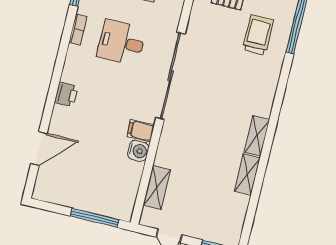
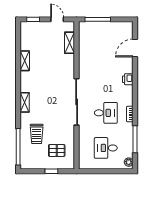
filing cabinet: (141, 130) -> (85, 70), removed
shelving: (257, 136) -> (25, 102), moved
water cooler: (138, 151) -> (84, 59), removed

